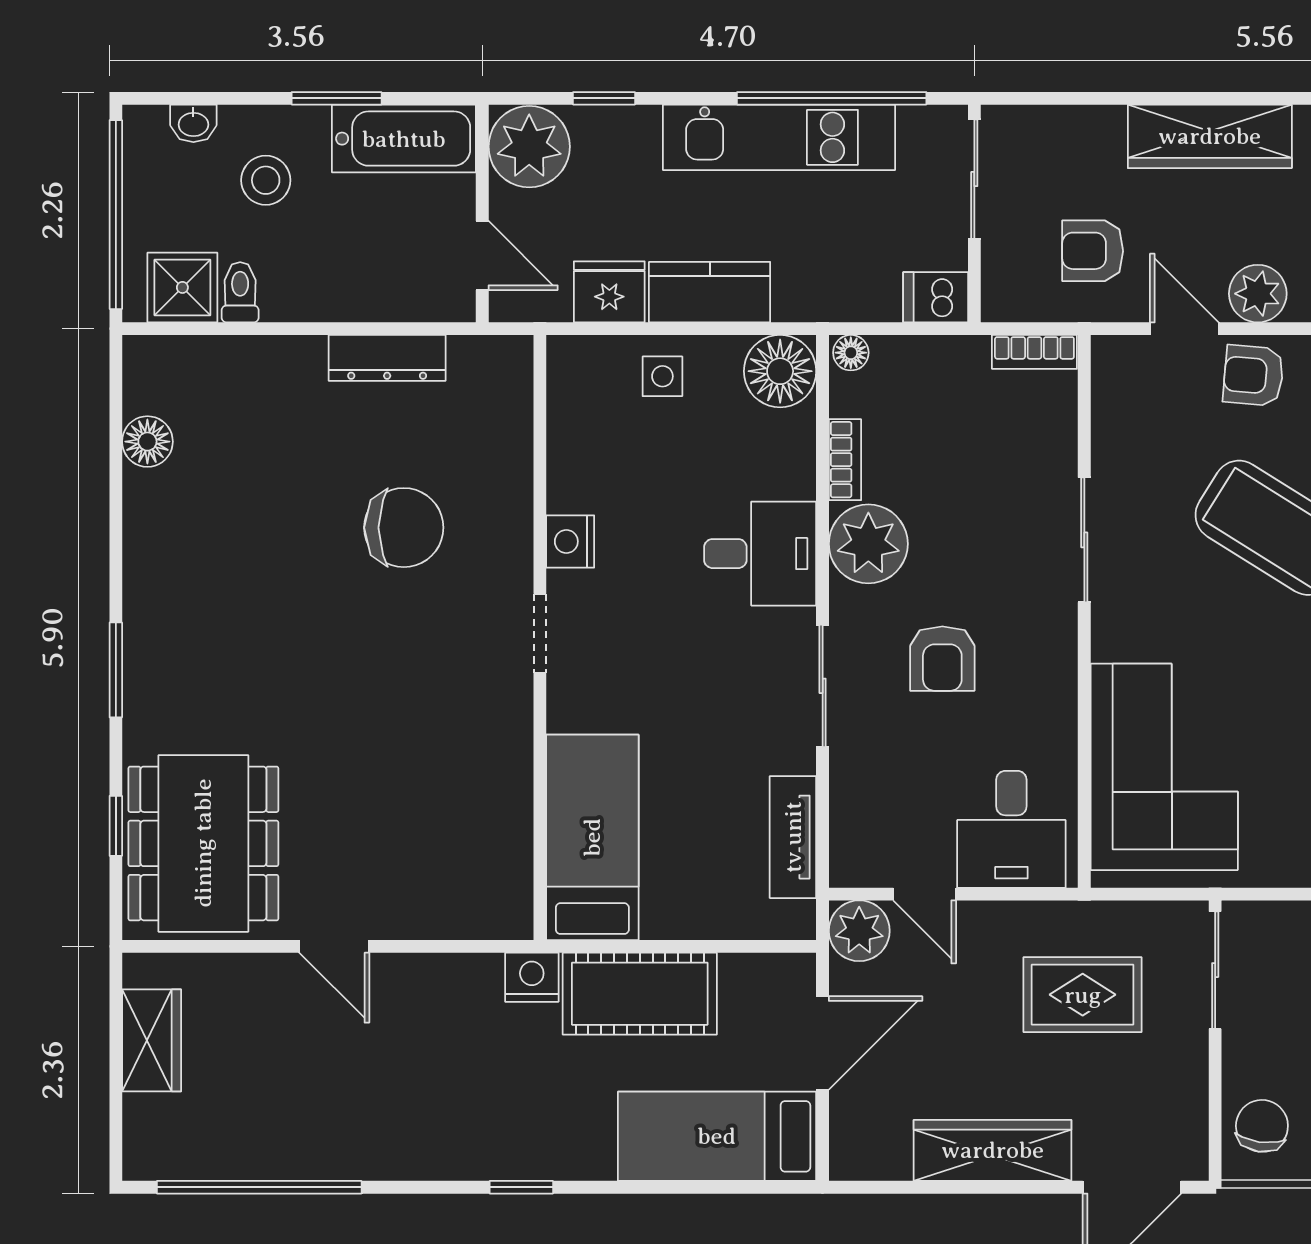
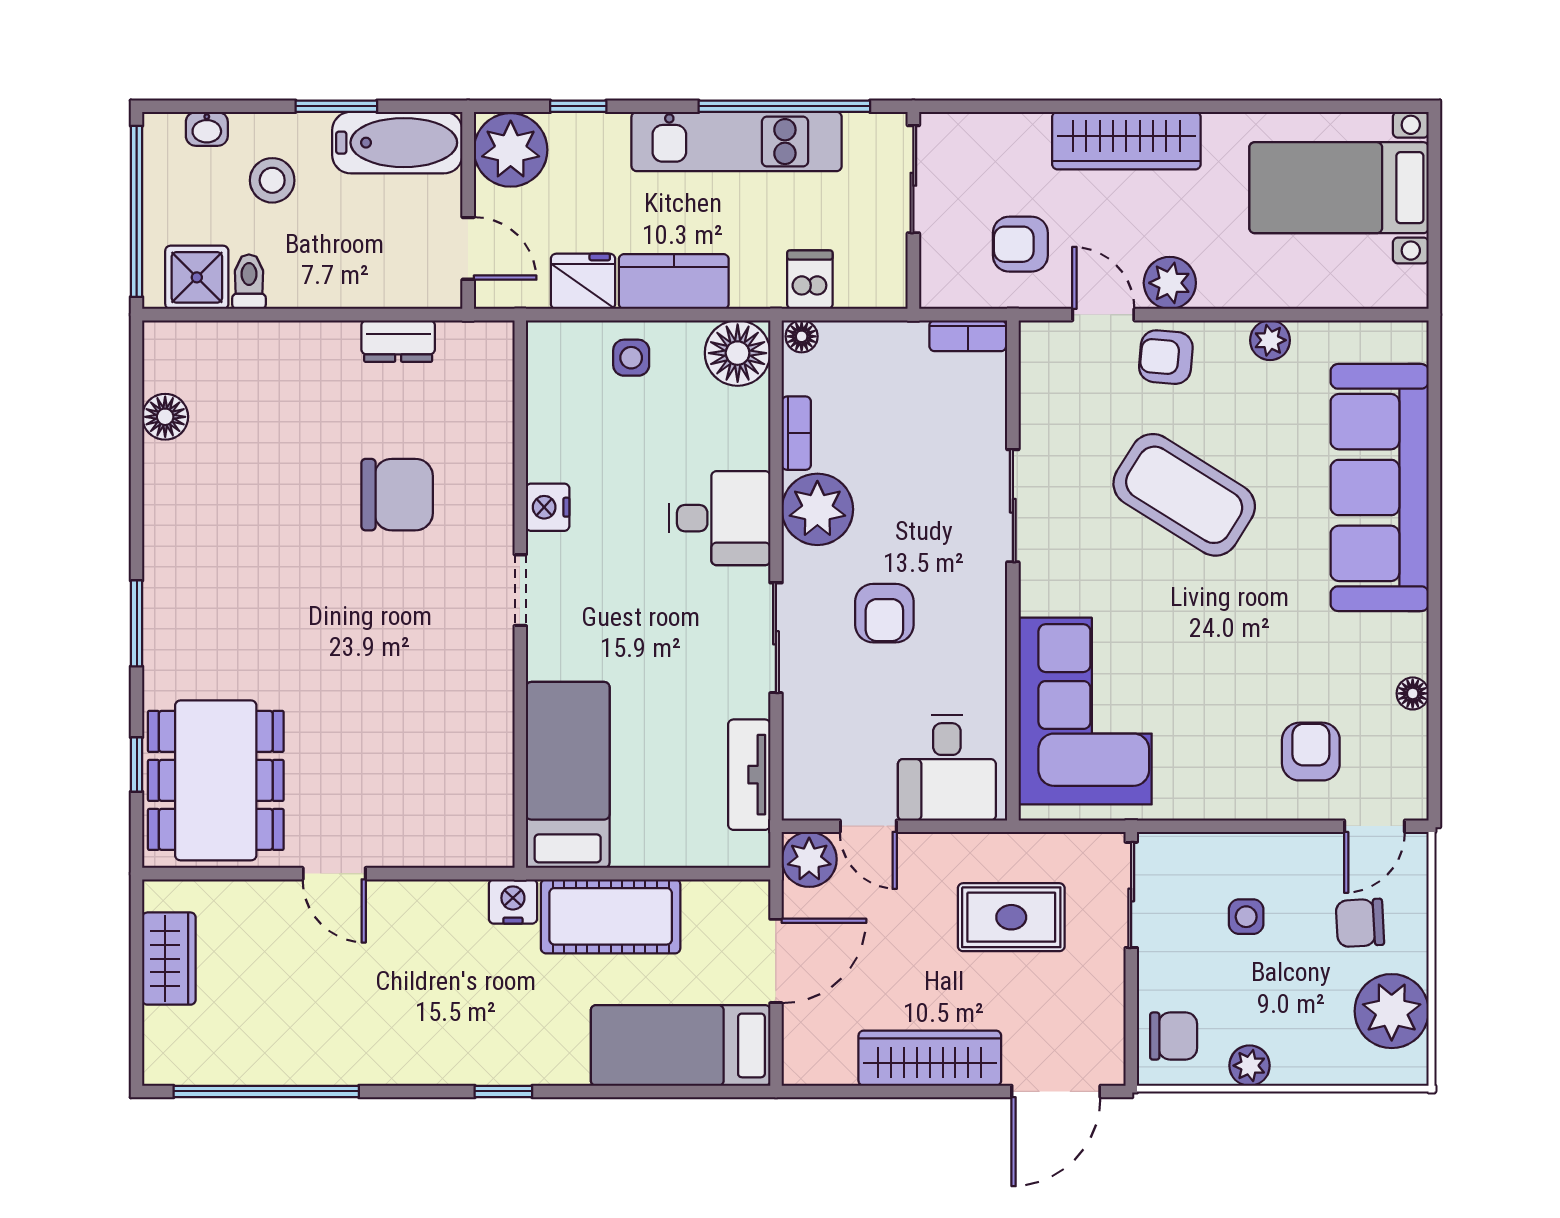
dishwasher: (936, 297) -> (810, 280), moved, turned 90
dresser: (387, 358) -> (398, 341), width x0.70
chair: (1262, 1126) -> (1174, 1036), turned 82

